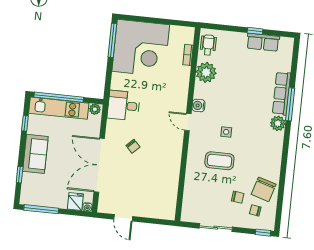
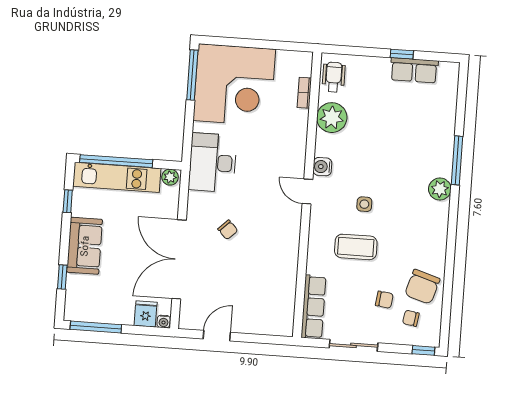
row of seats: (282, 93) -> (313, 307), moved, turned 180
desk: (124, 106) -> (213, 163), width x1.37
door: (123, 218) -> (217, 336), swing flipped

